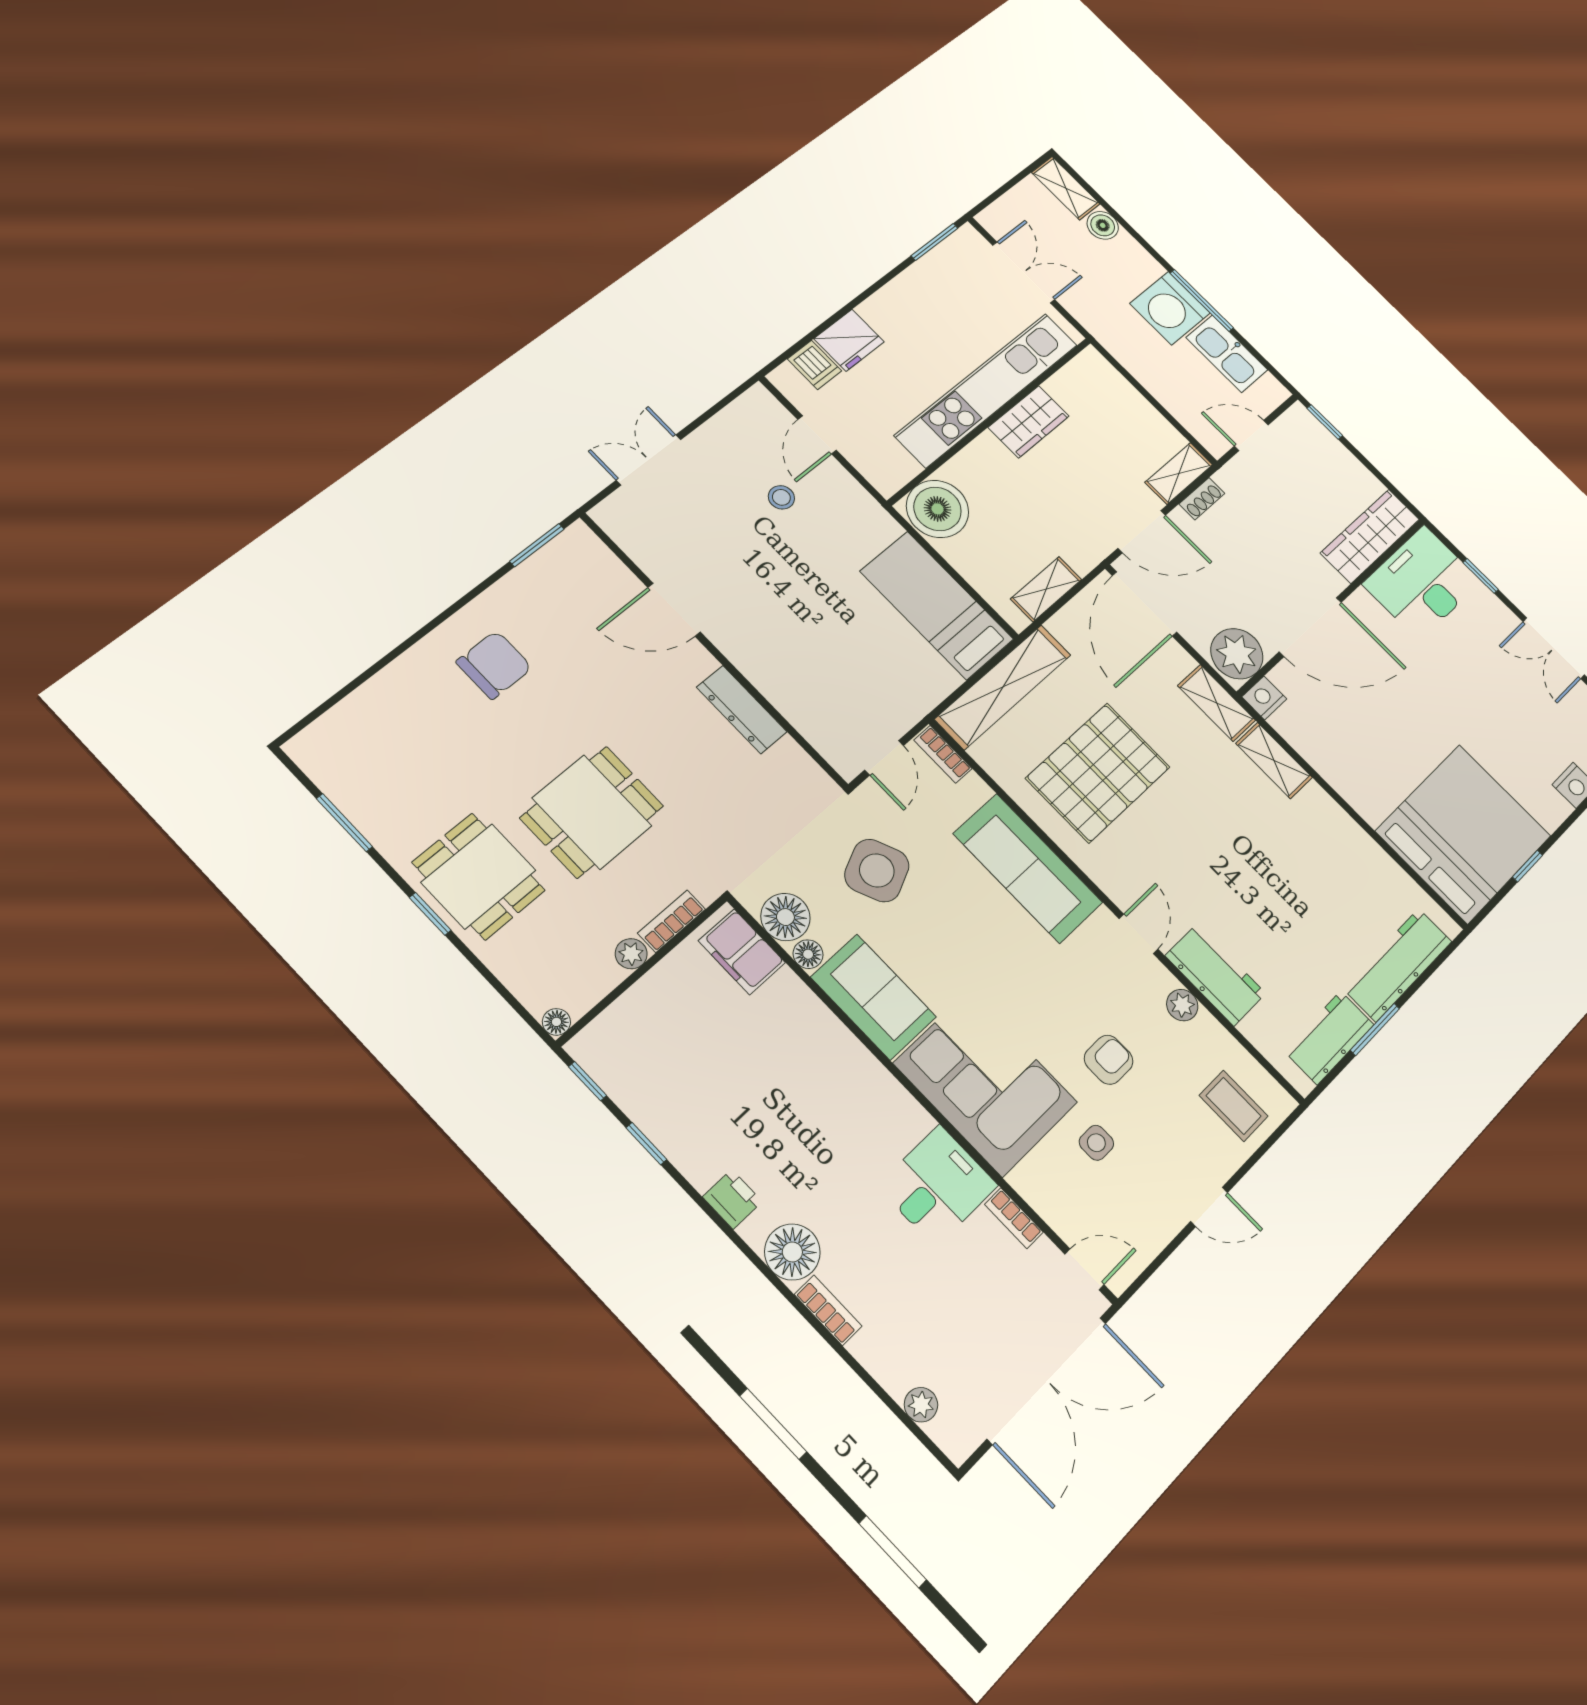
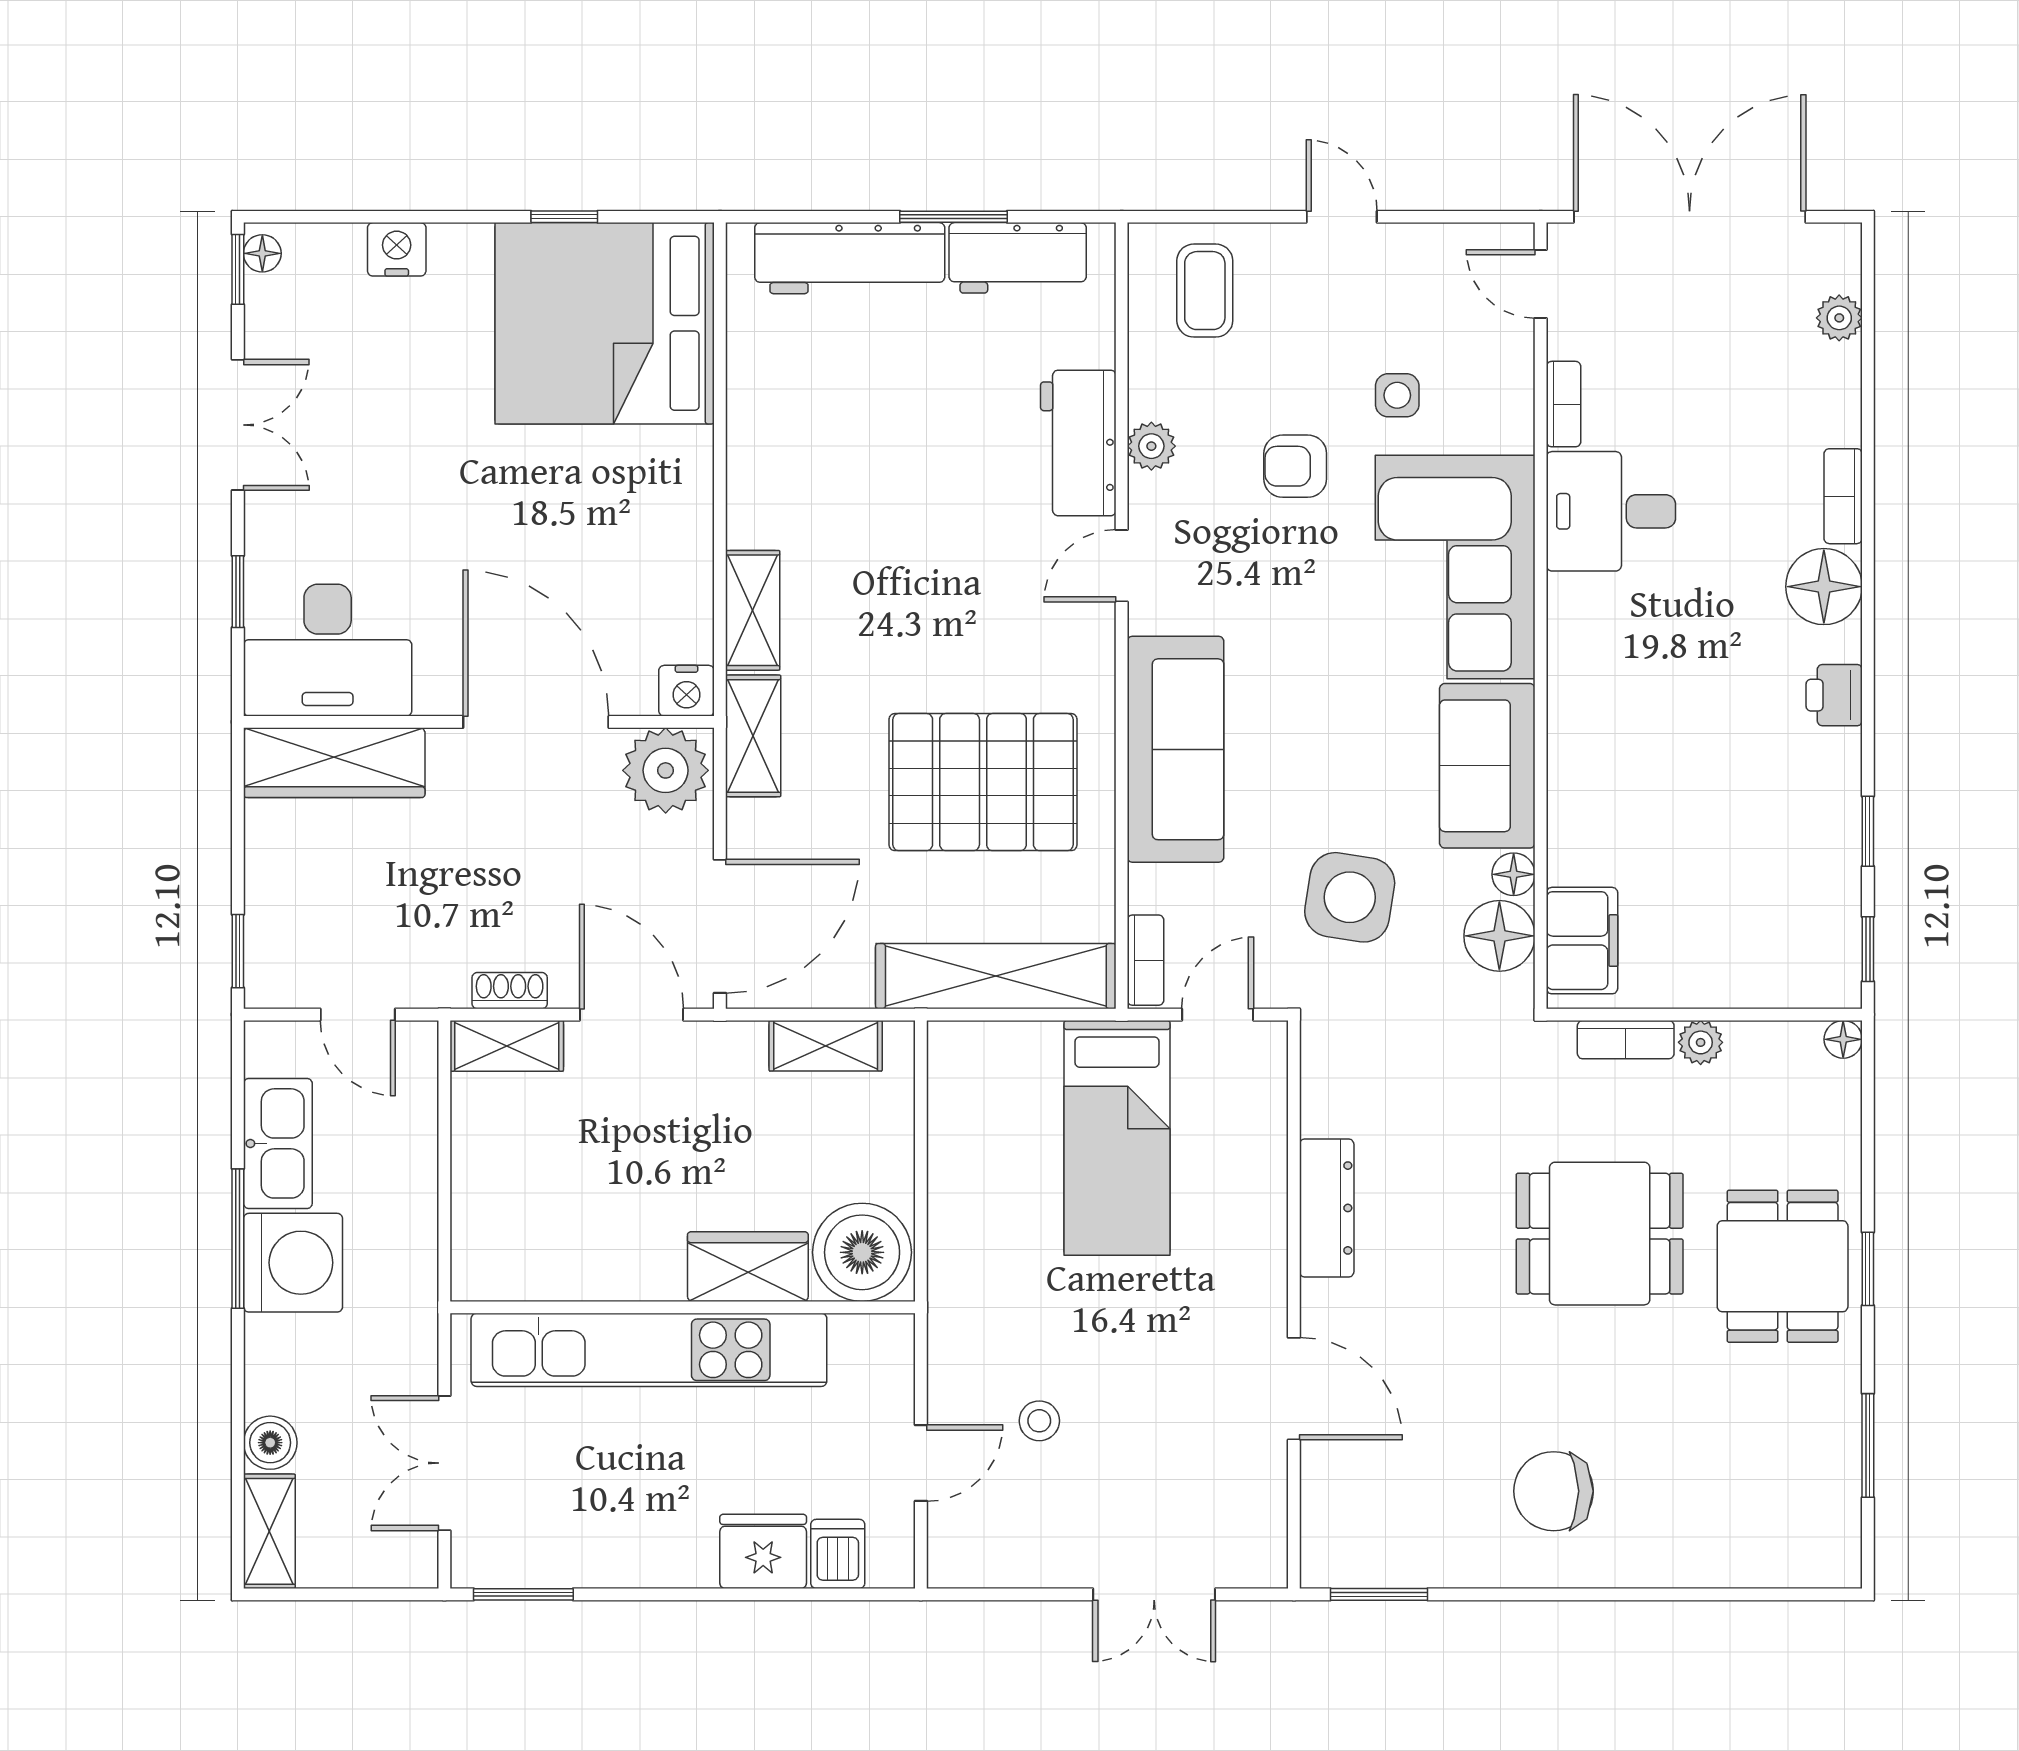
wardrobe: (1029, 422) -> (748, 1267), moved
bed: (937, 605) -> (1117, 1138), moved
side table: (877, 870) -> (1350, 897), turned 33

